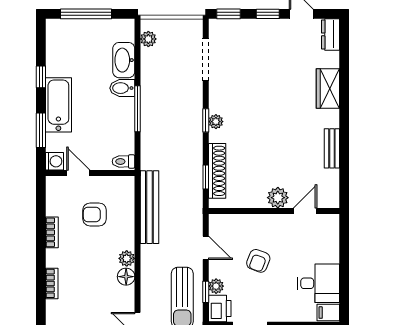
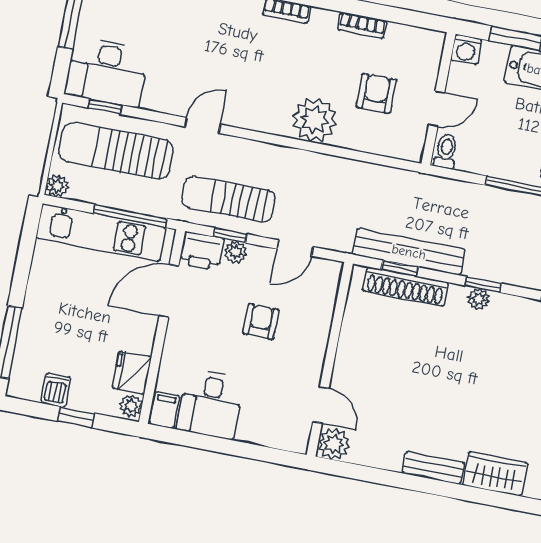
bench: (332, 148) -> (433, 468), moved
door: (78, 173) -> (437, 109), moved
plant: (278, 198) -> (334, 444), moved
bench: (149, 207) -> (409, 252), moved
plant: (127, 258) -> (314, 120), width x1.88, depth x1.88
armchair: (258, 261) -> (261, 322), turned 69
floor lamp: (126, 277) -> (275, 122), removed

